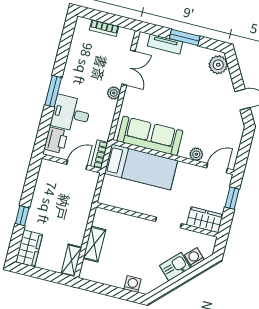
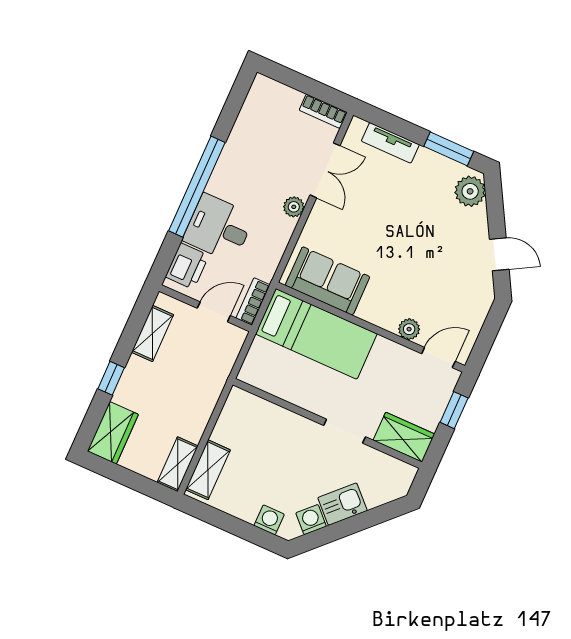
bookcase: (104, 28) -> (323, 111), moved
window: (185, 37) -> (449, 149), moved
window: (53, 91) -> (197, 187), width x2.11
sofa: (150, 136) -> (328, 281), width x0.73
shelving: (42, 184) -> (153, 334), added
shelving: (94, 244) -> (208, 470), moved
washing machine: (194, 257) -> (311, 520), moved

